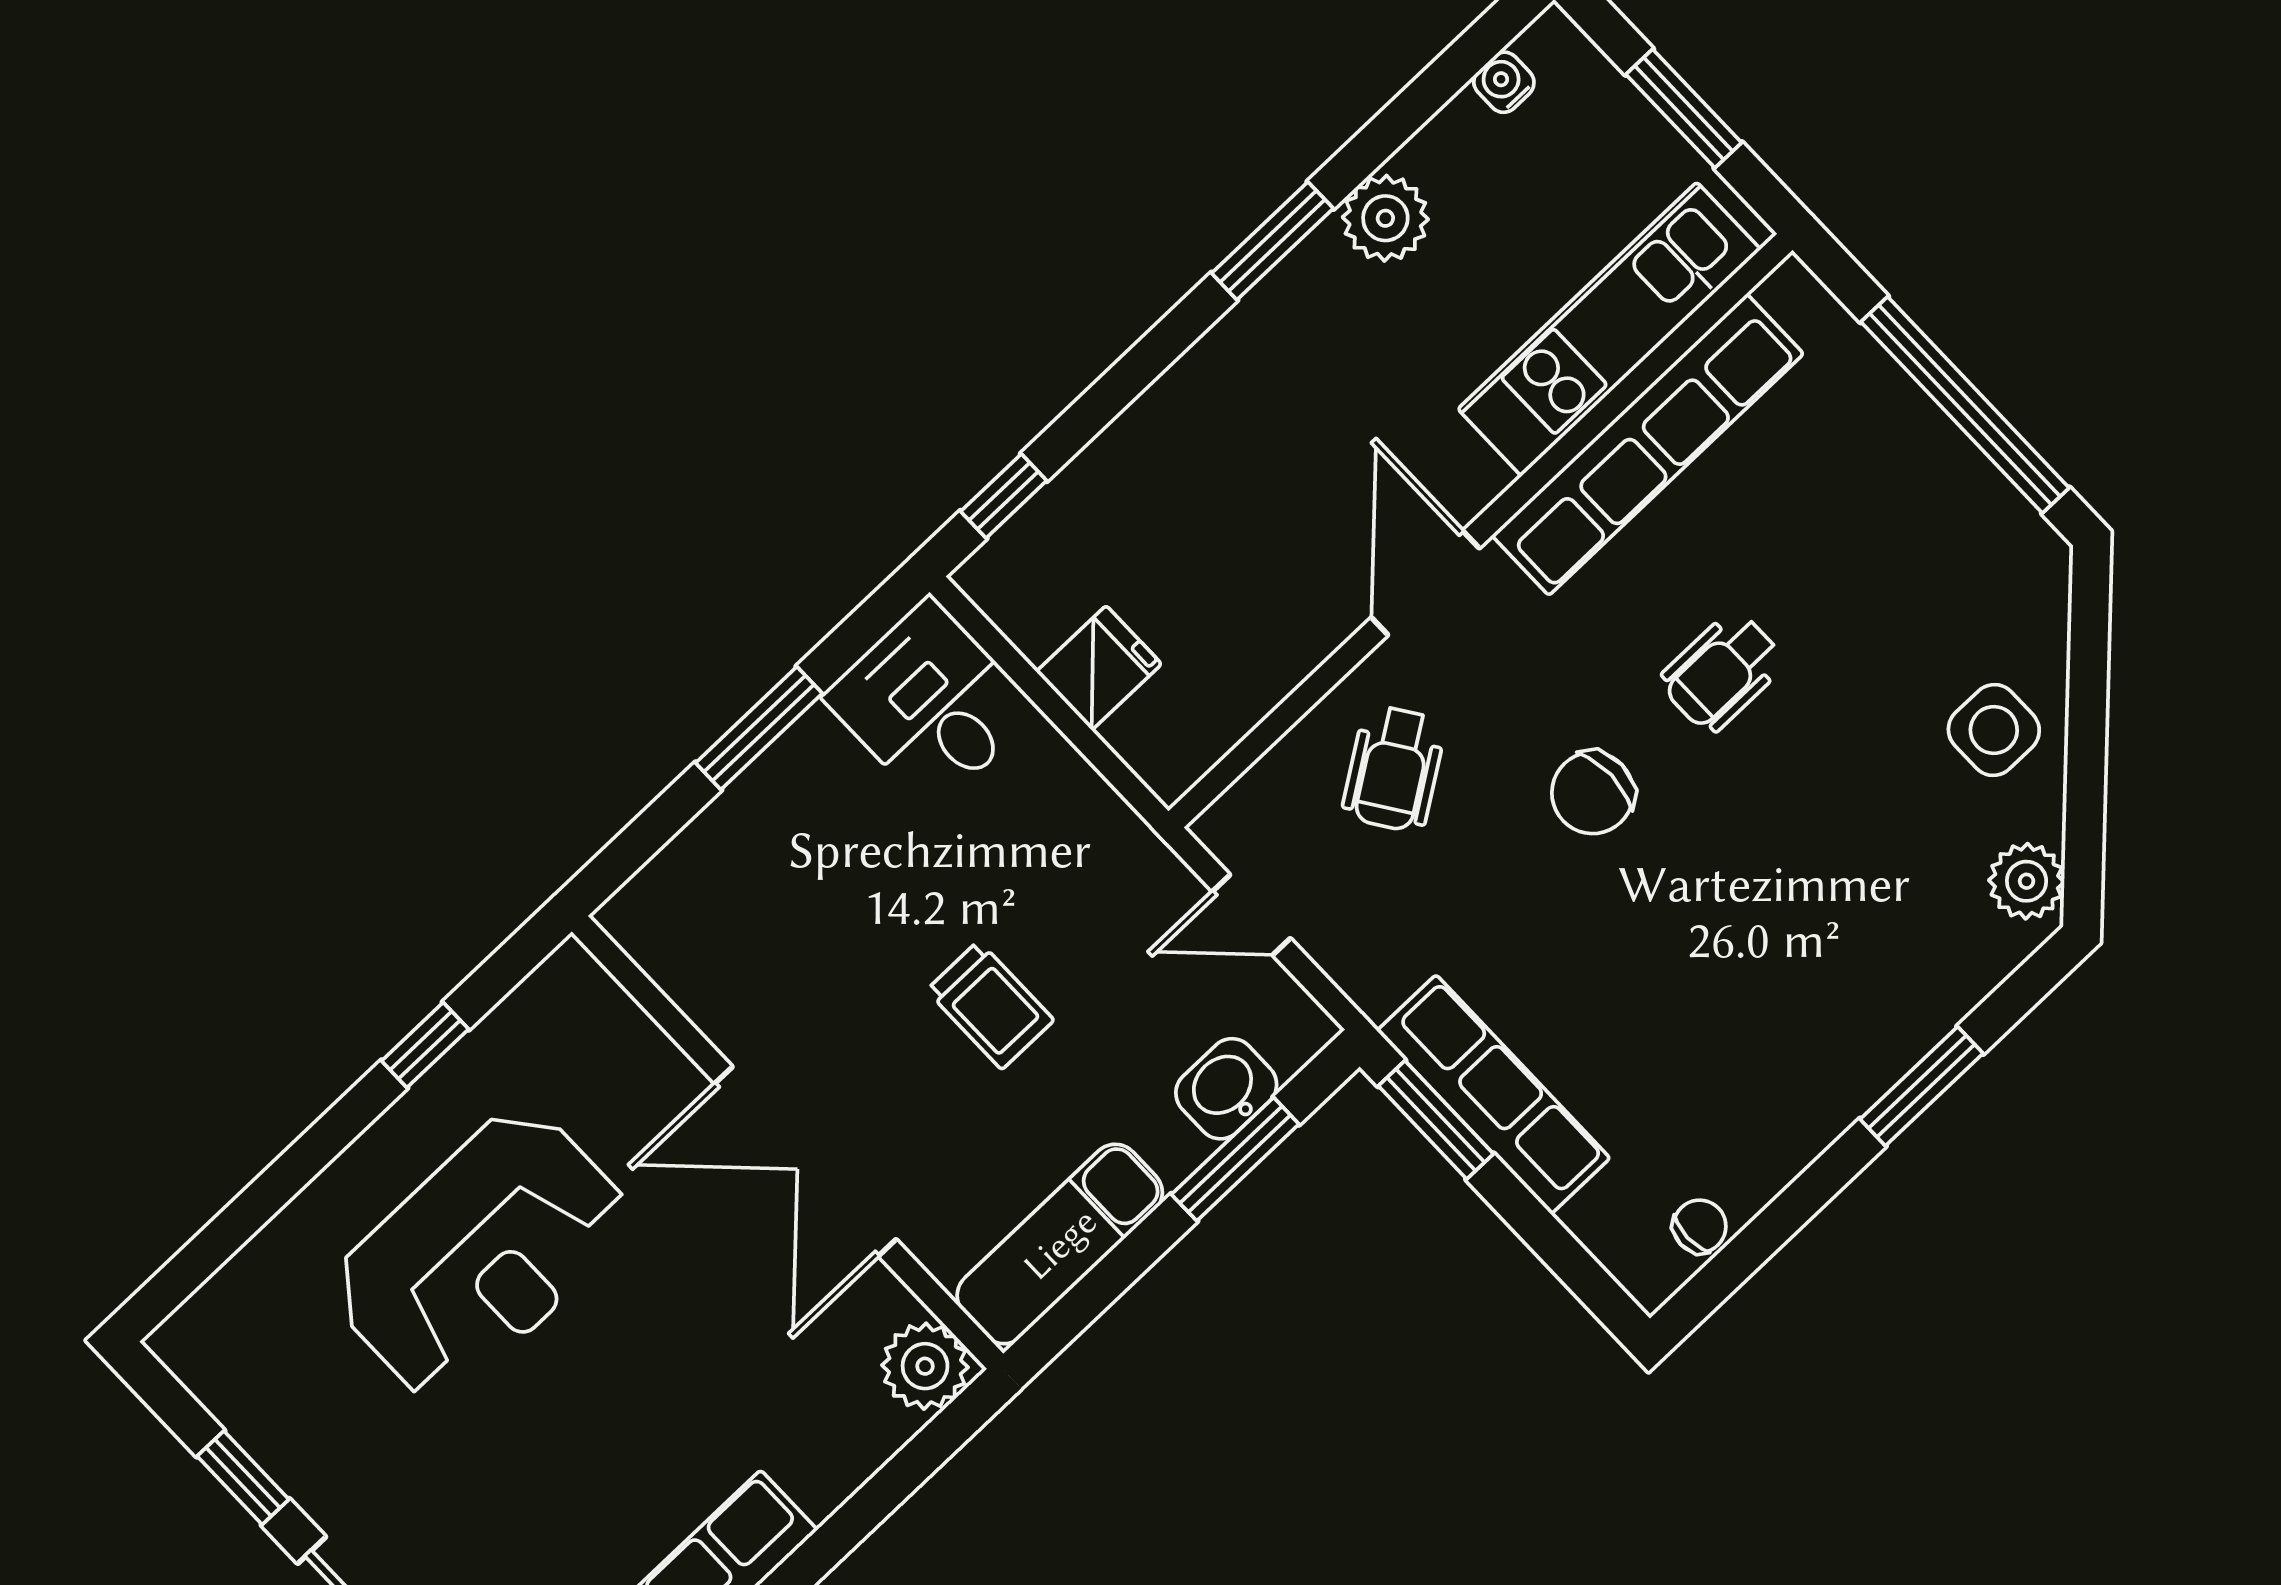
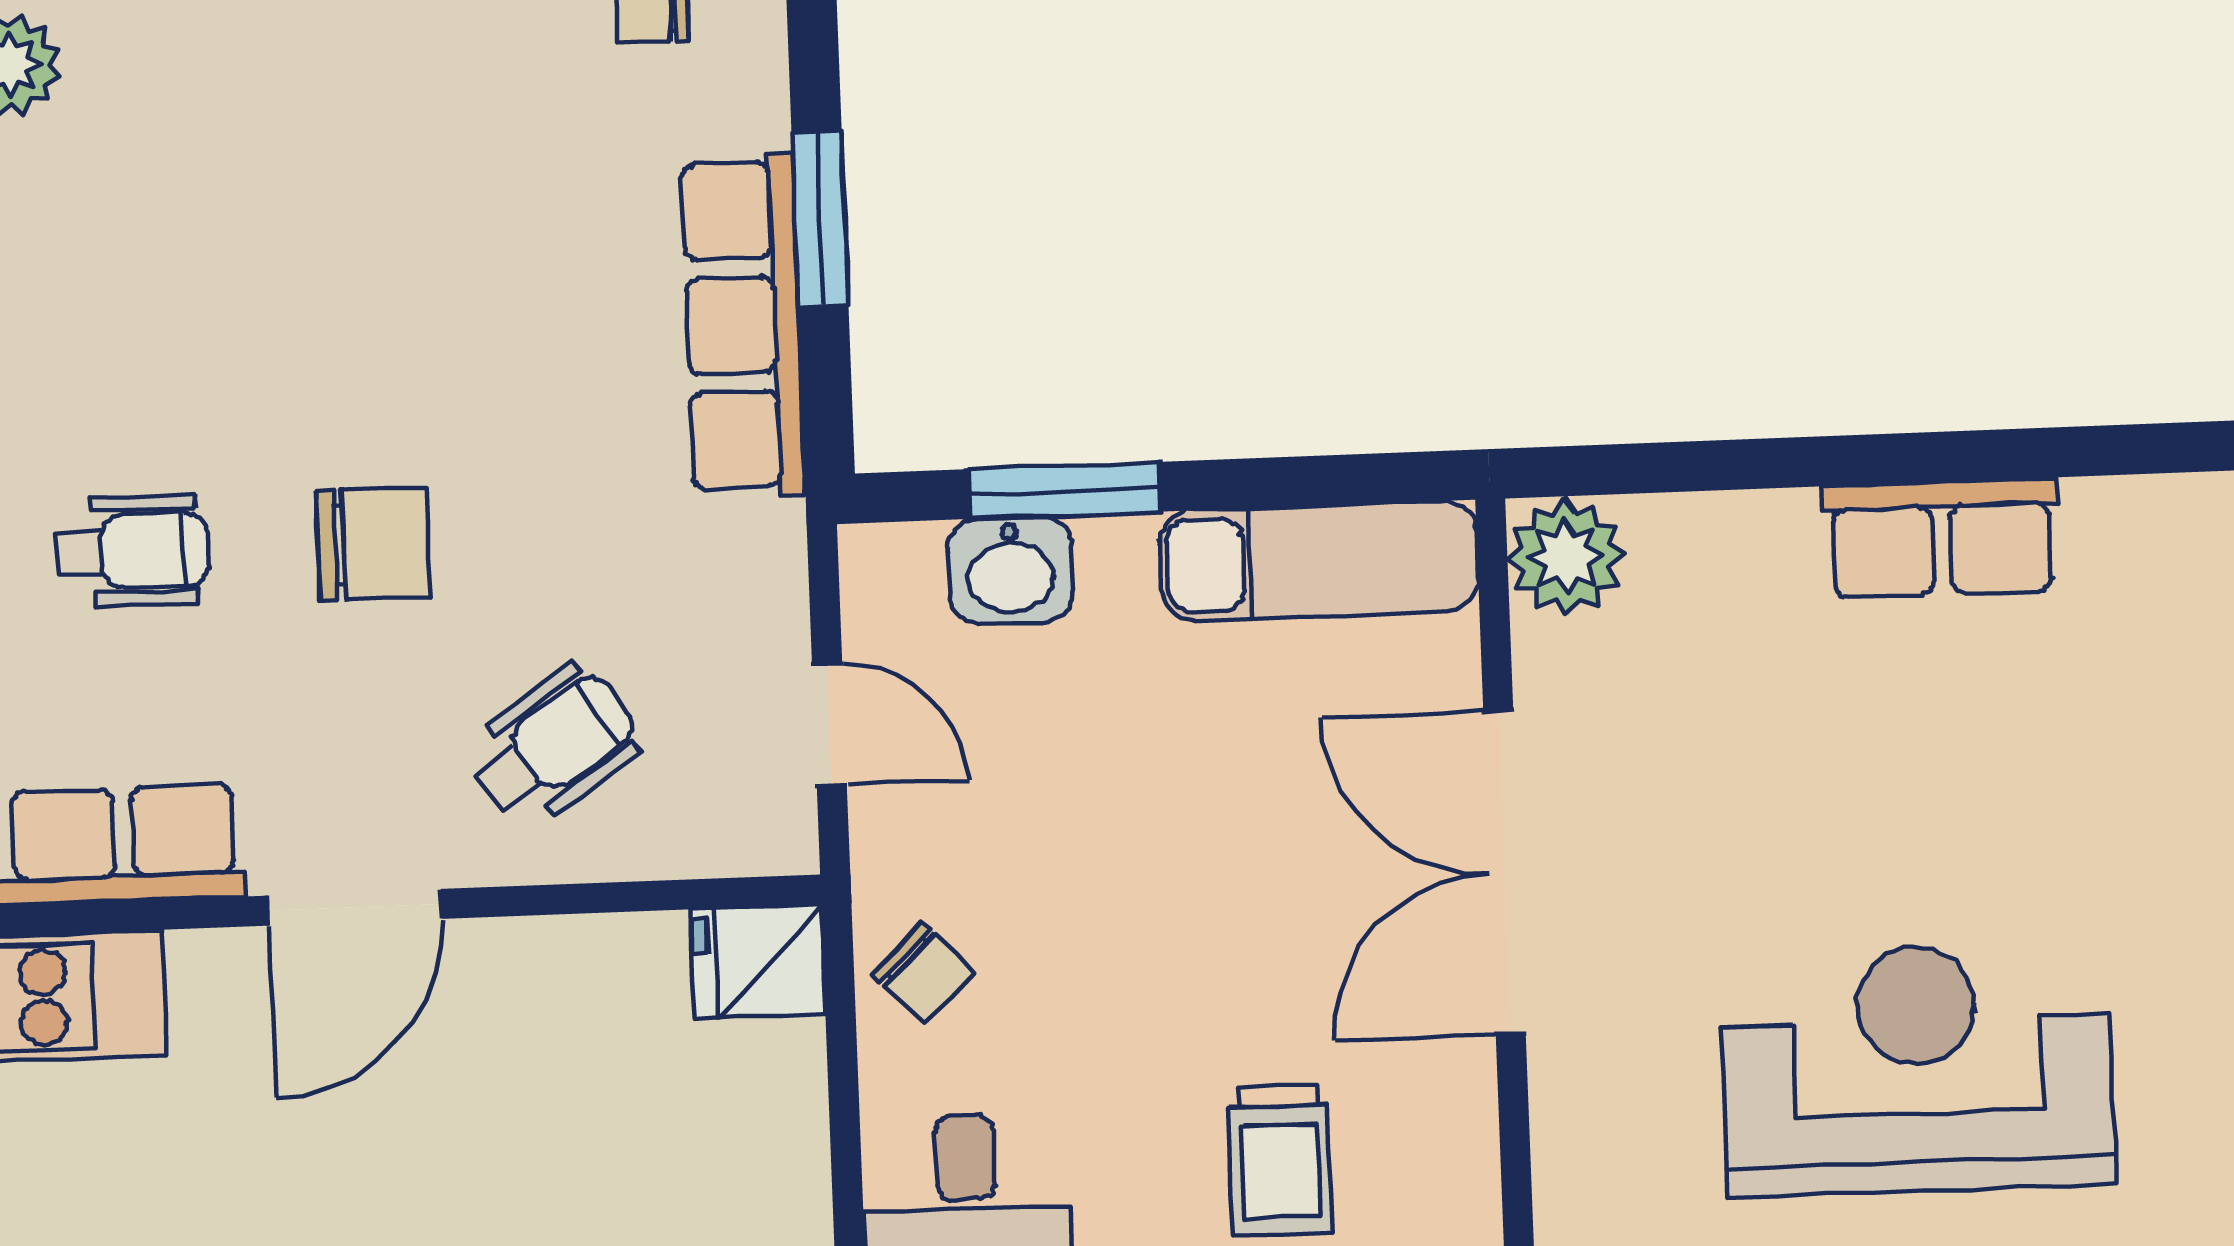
fridge: (1099, 668) -> (758, 962), moved
chair: (1078, 823) -> (923, 973), added
trolley: (990, 1005) -> (1280, 1160), moved, turned 180
window: (1436, 1120) -> (820, 220), moved
double door: (805, 1161) -> (1504, 873), swing flipped

